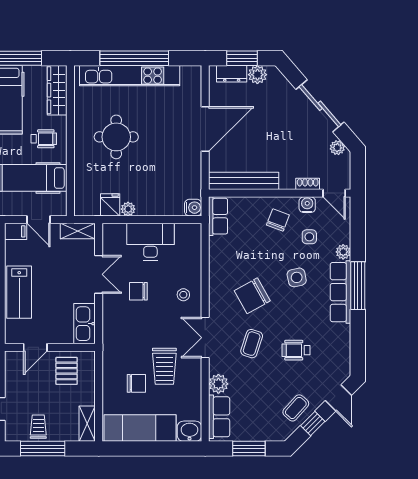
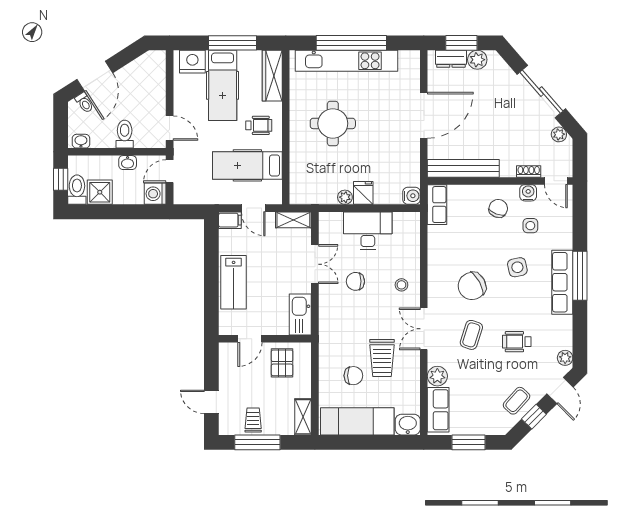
fridge: (110, 205) -> (363, 193), moved
plant: (343, 252) -> (565, 358), moved

